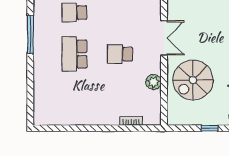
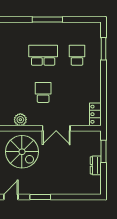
window: (30, 34) -> (47, 19), moved
spiral stairs: (193, 80) -> (22, 152), turned 180

